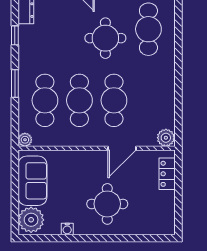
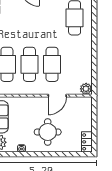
round table: (105, 38) -> (46, 24), removed
locker: (167, 174) -> (87, 142), moved

